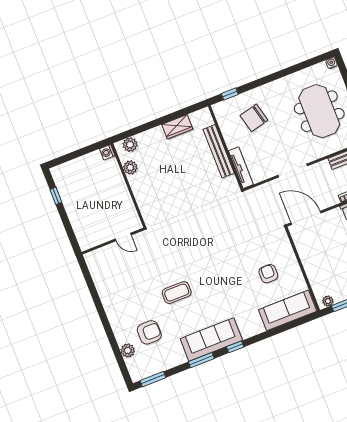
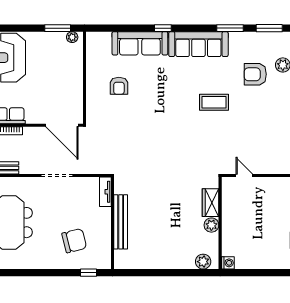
wardrobe: (177, 127) -> (211, 203), moved, turned -90
plant: (130, 167) -> (211, 225), moved
tv unit: (241, 168) -> (105, 192), width x0.71
sofa: (288, 310) -> (140, 43), moved
window: (235, 347) -> (163, 28), moved
window: (201, 360) -> (230, 28), moved

